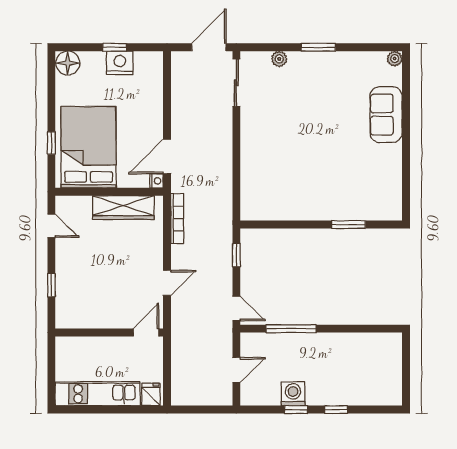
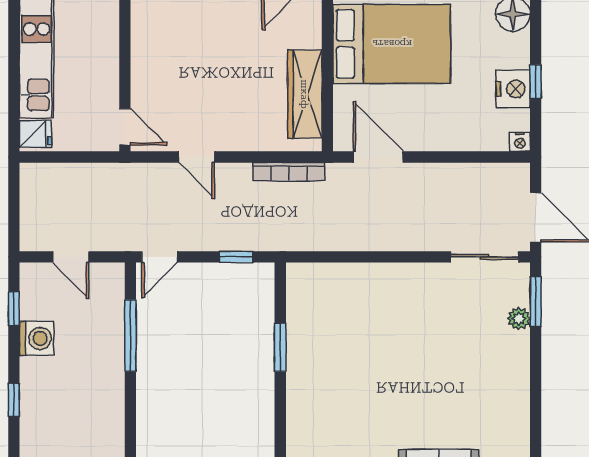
window: (318, 47) -> (536, 302), moved
nightstand: (156, 181) -> (520, 142), moved
window: (349, 225) -> (280, 348), moved
window: (296, 410) -> (14, 309), moved

